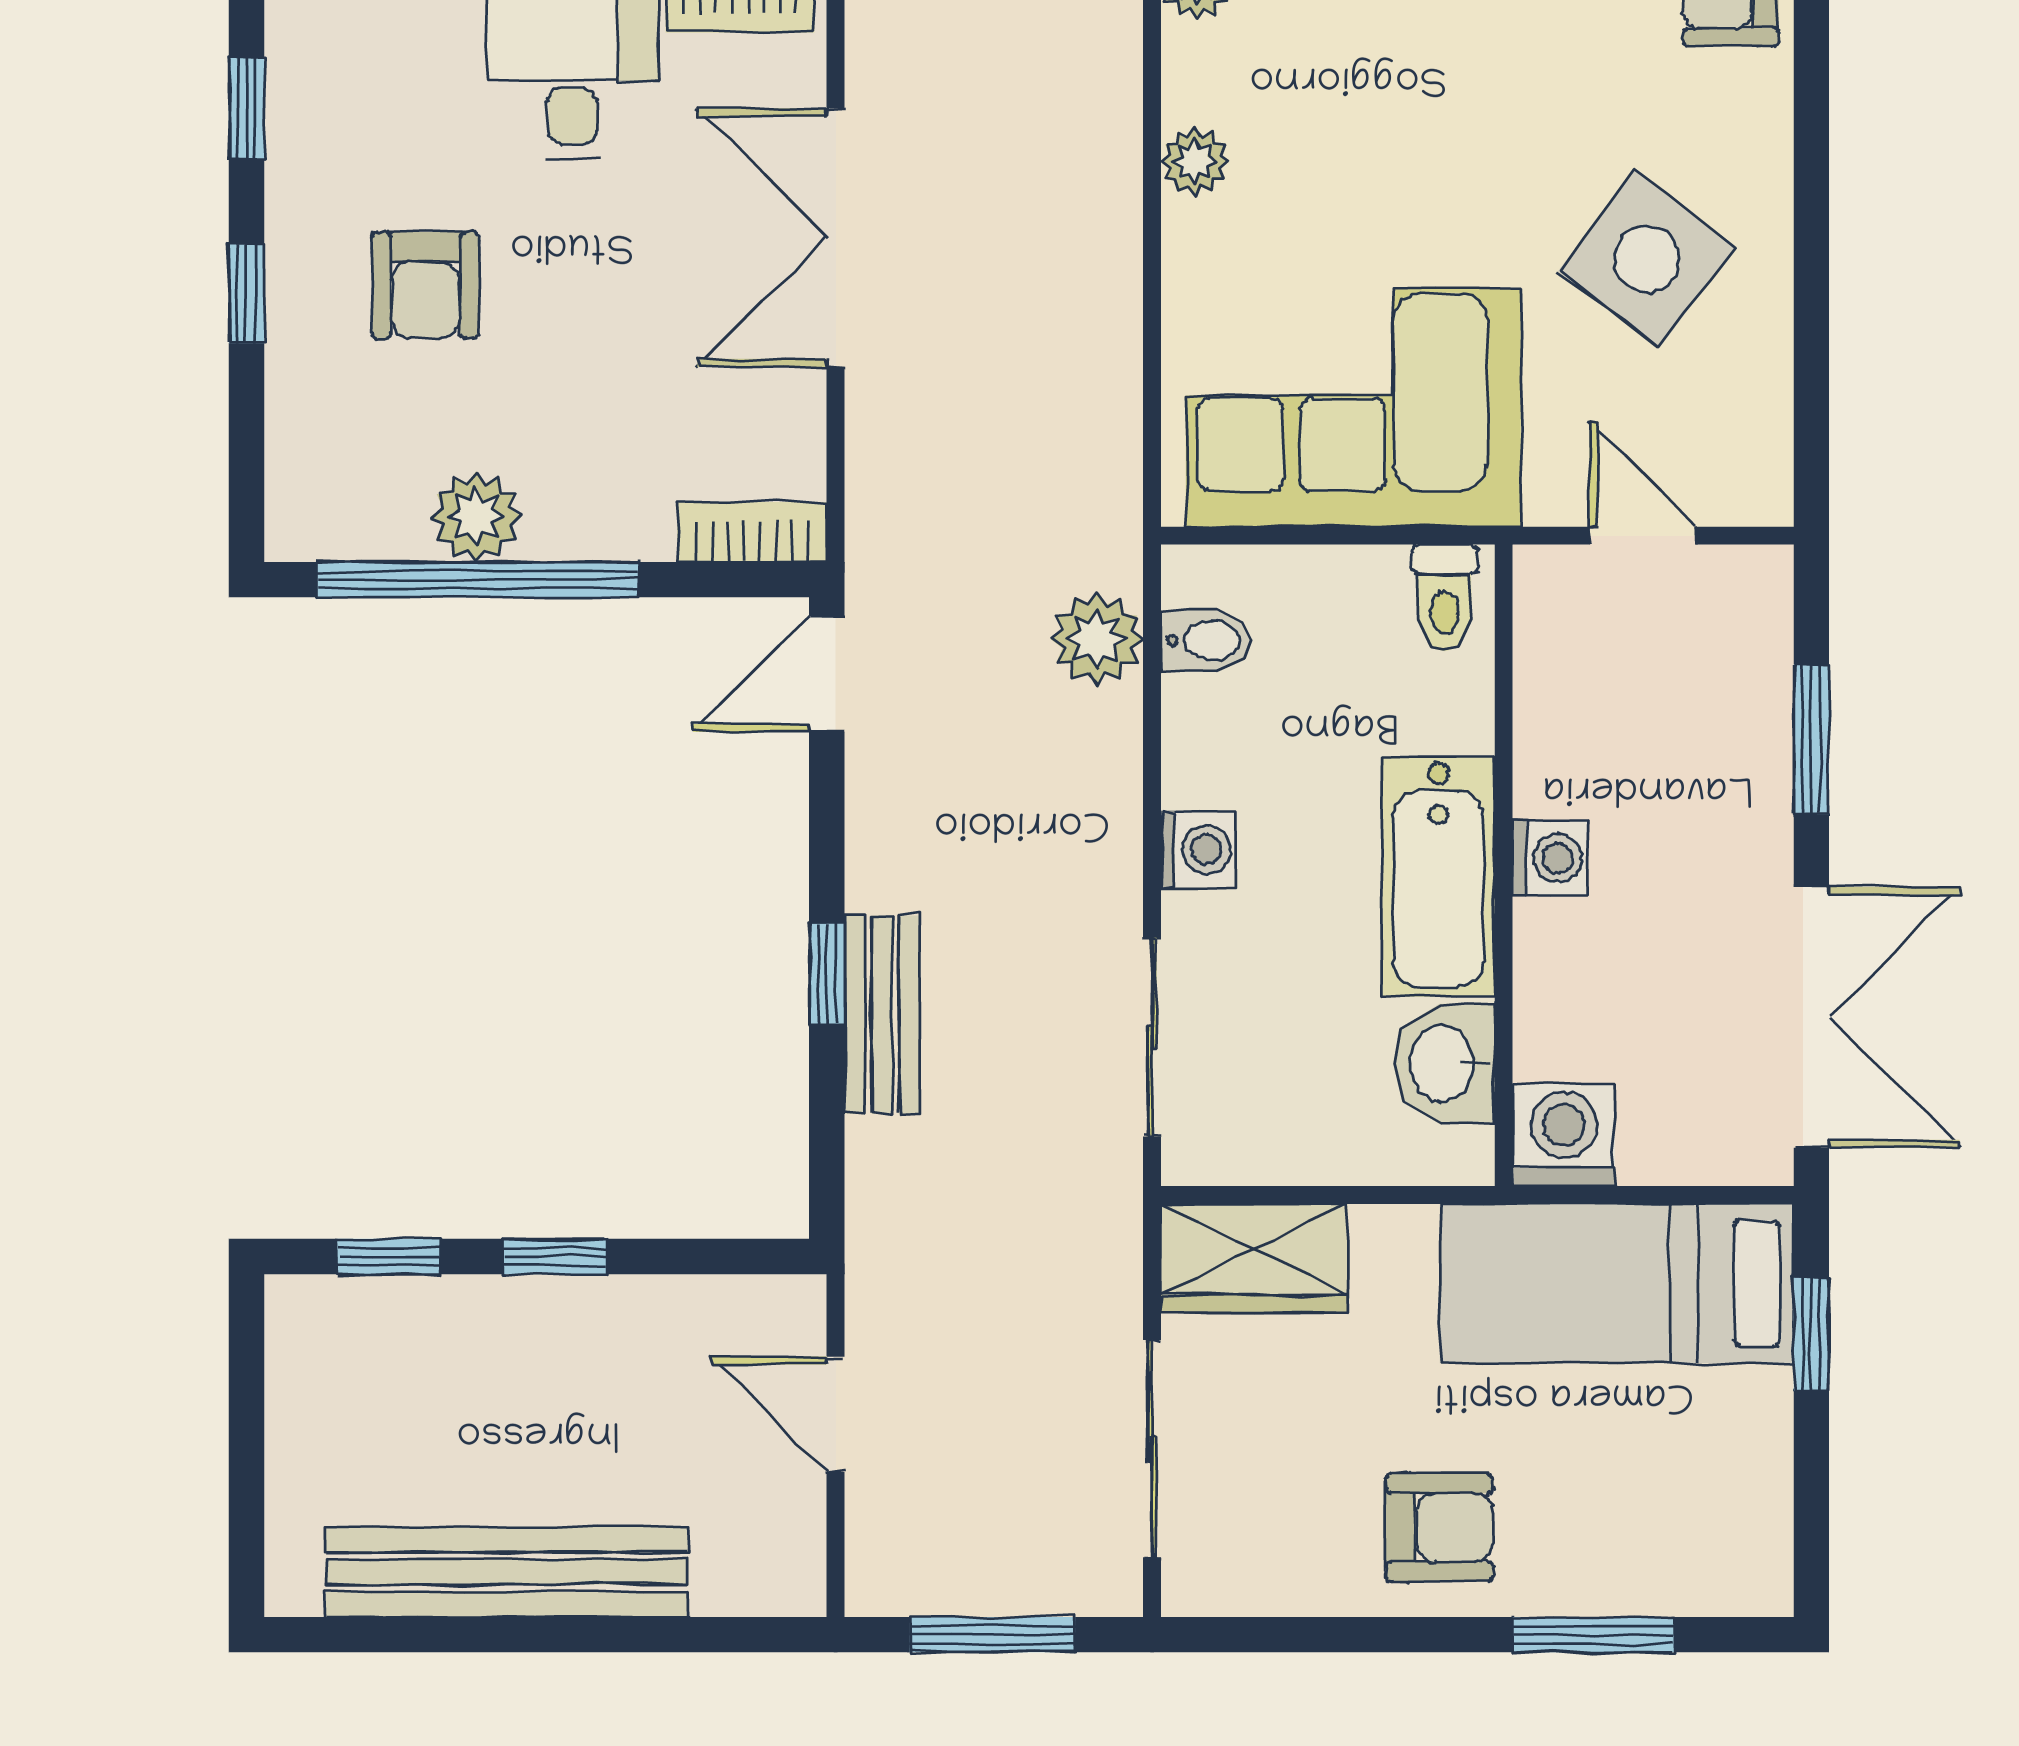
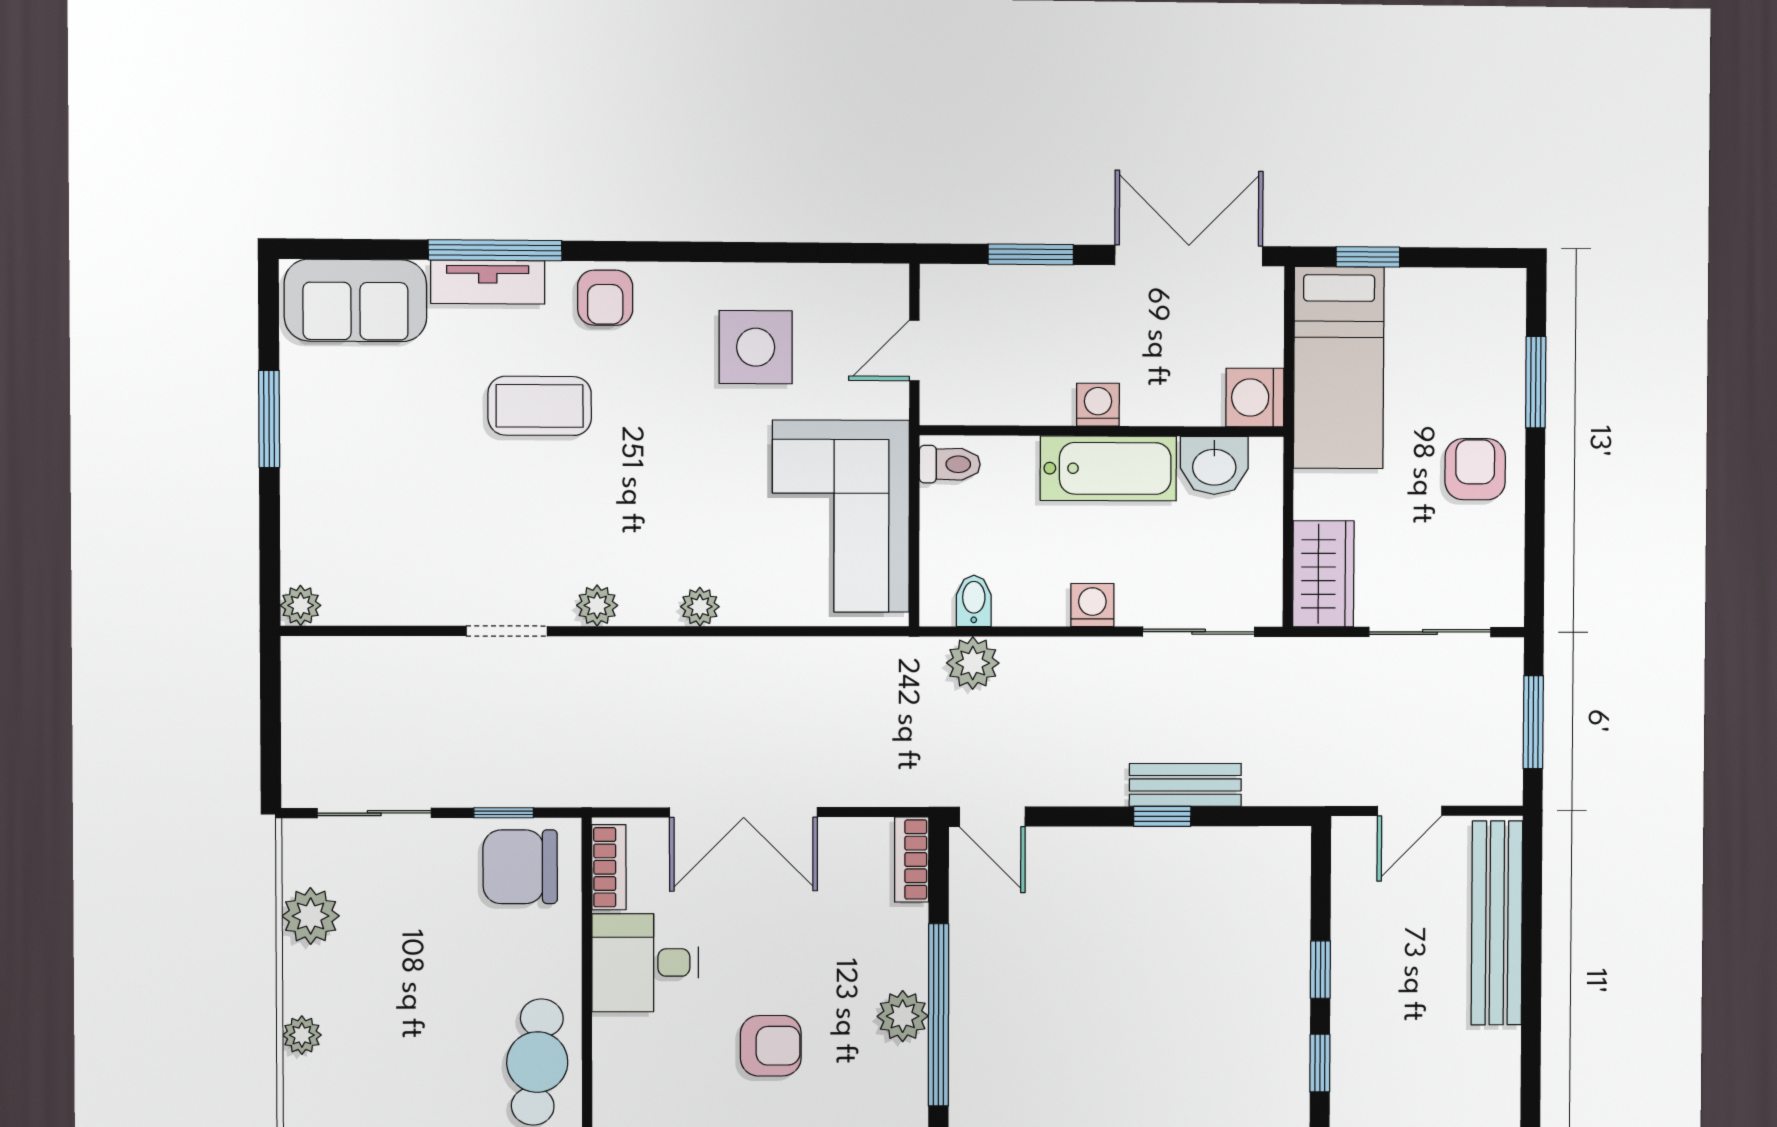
side table: (1647, 259) -> (756, 347), turned -37
bench: (507, 1572) -> (1497, 923), moved

